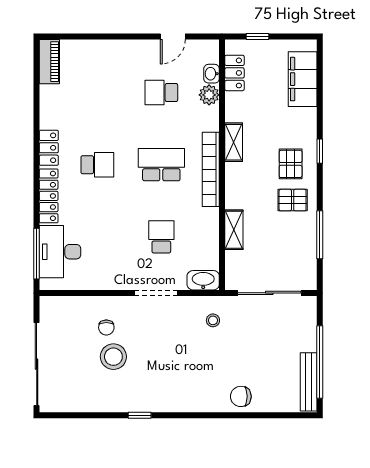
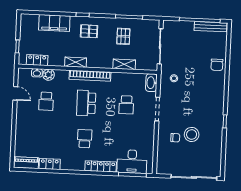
filing cabinet: (303, 79) -> (54, 23), moved
locker: (49, 148) -> (50, 164), moved
pallet: (293, 200) -> (123, 36), moved
school desk: (161, 237) -> (126, 105), turned -90

